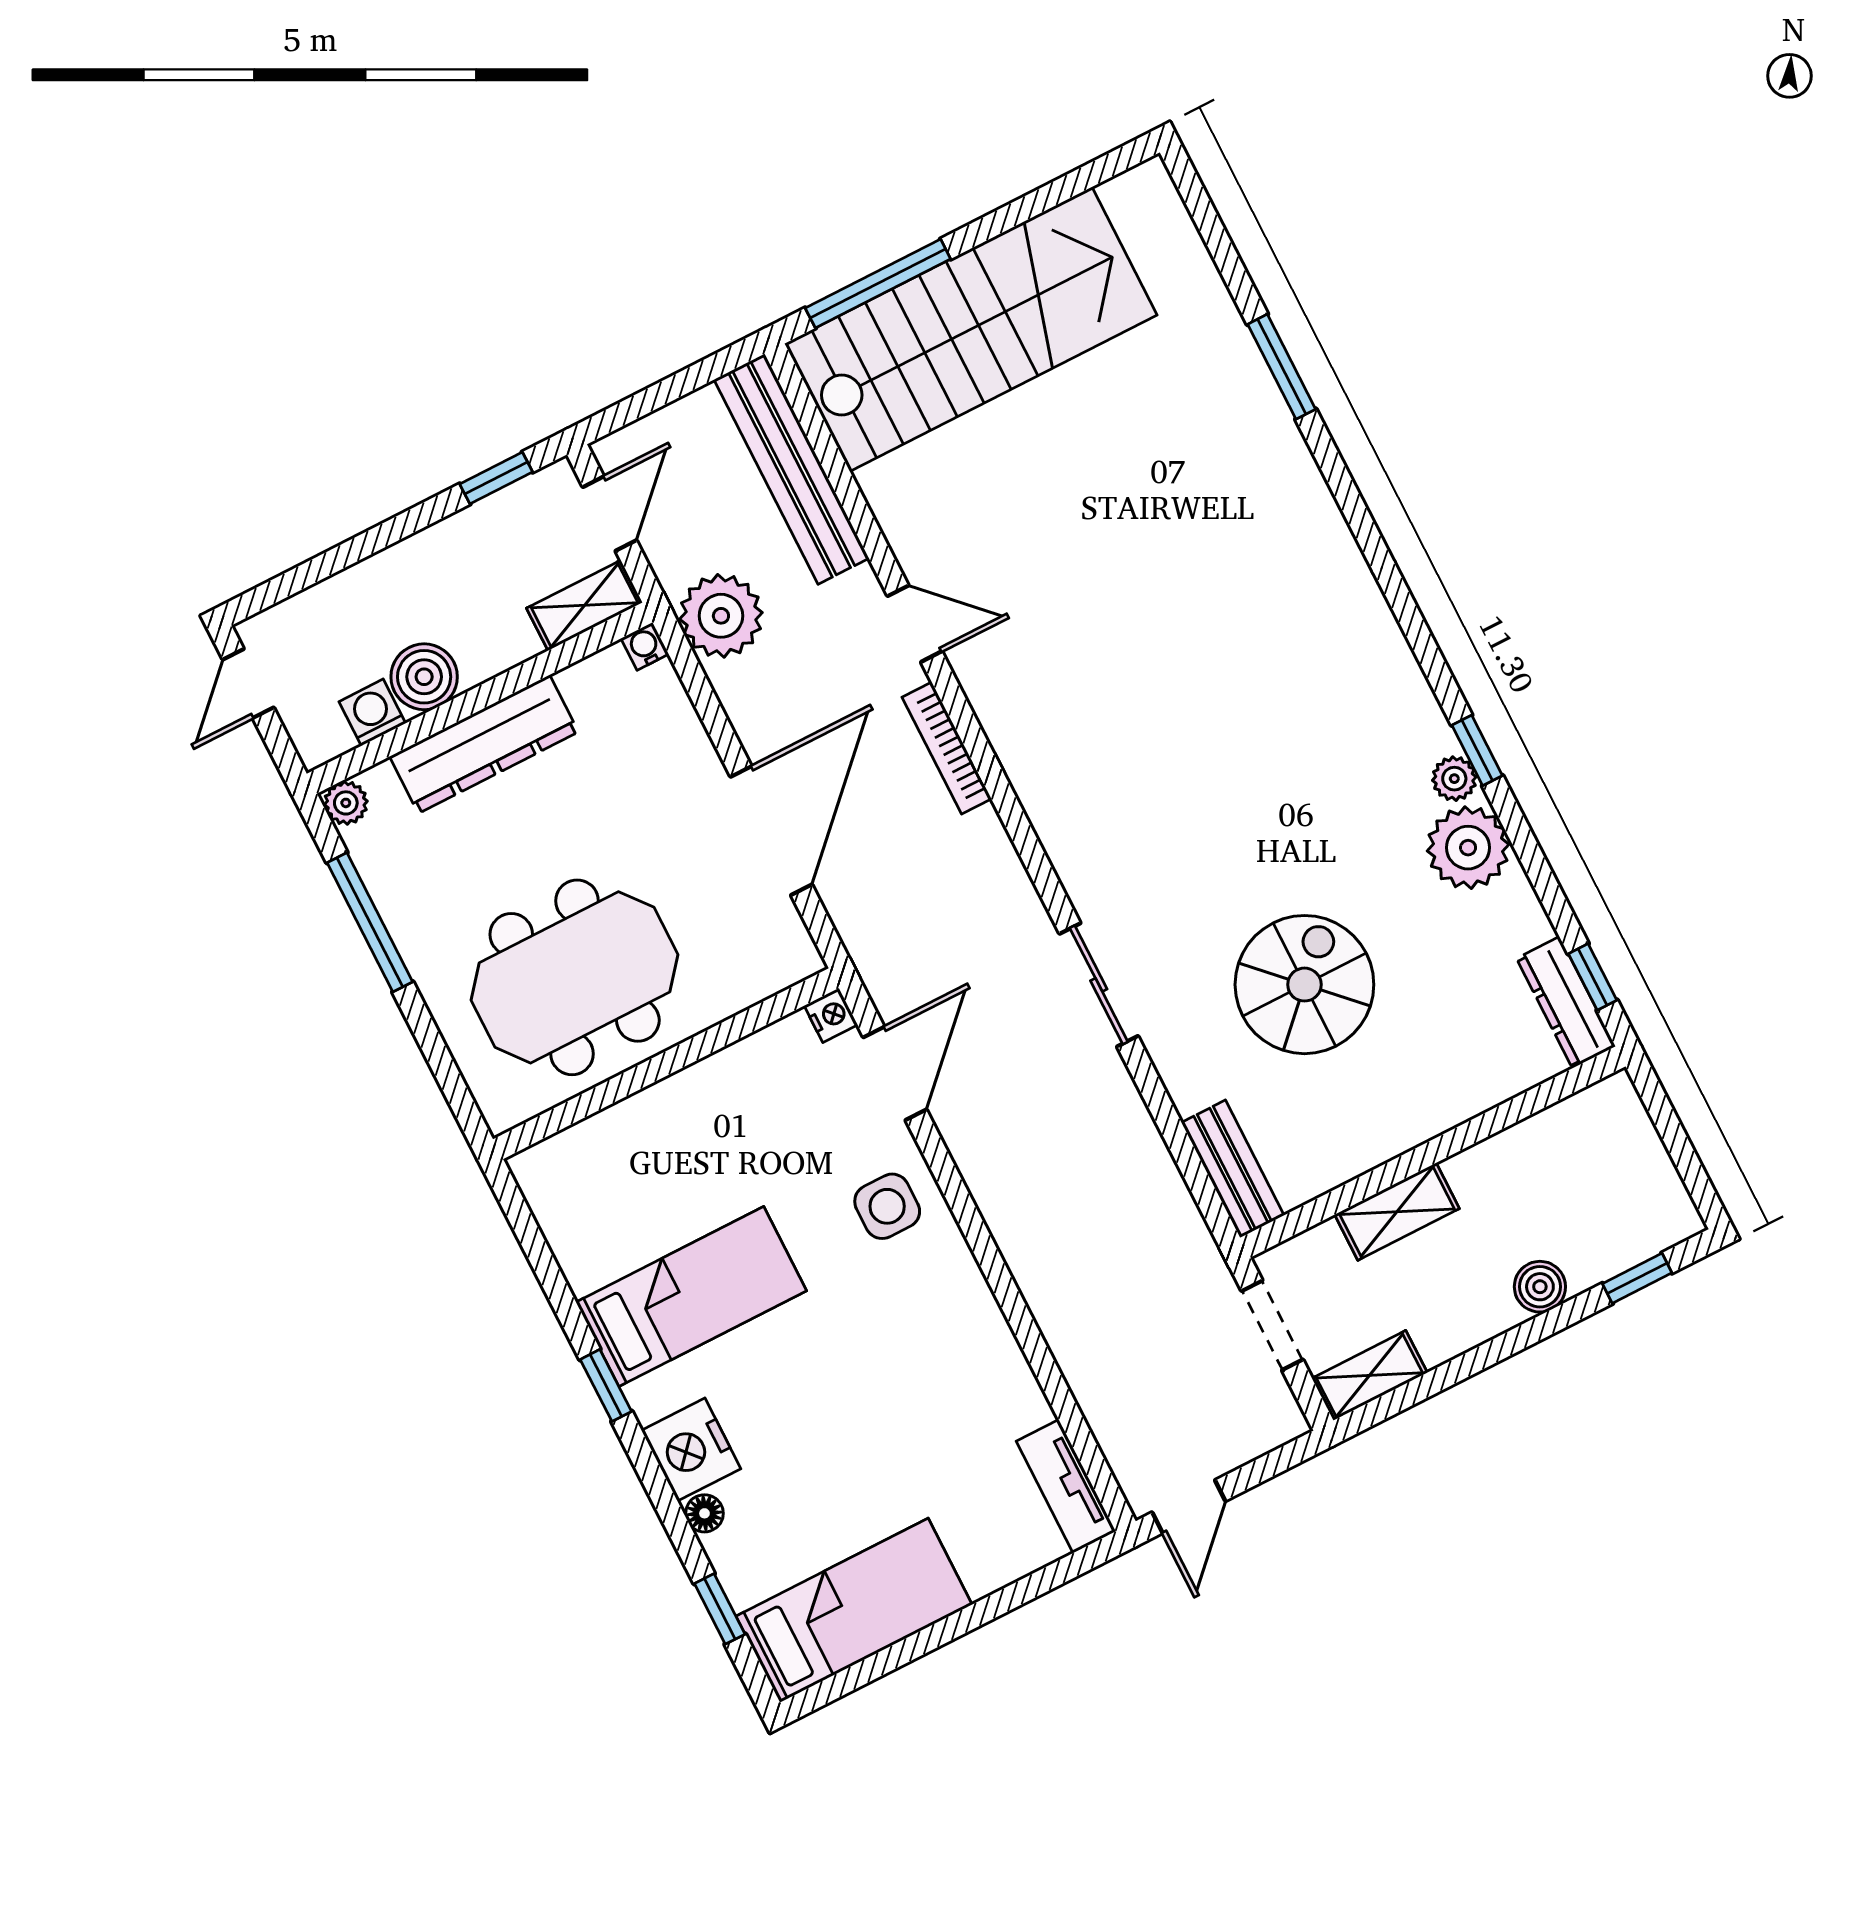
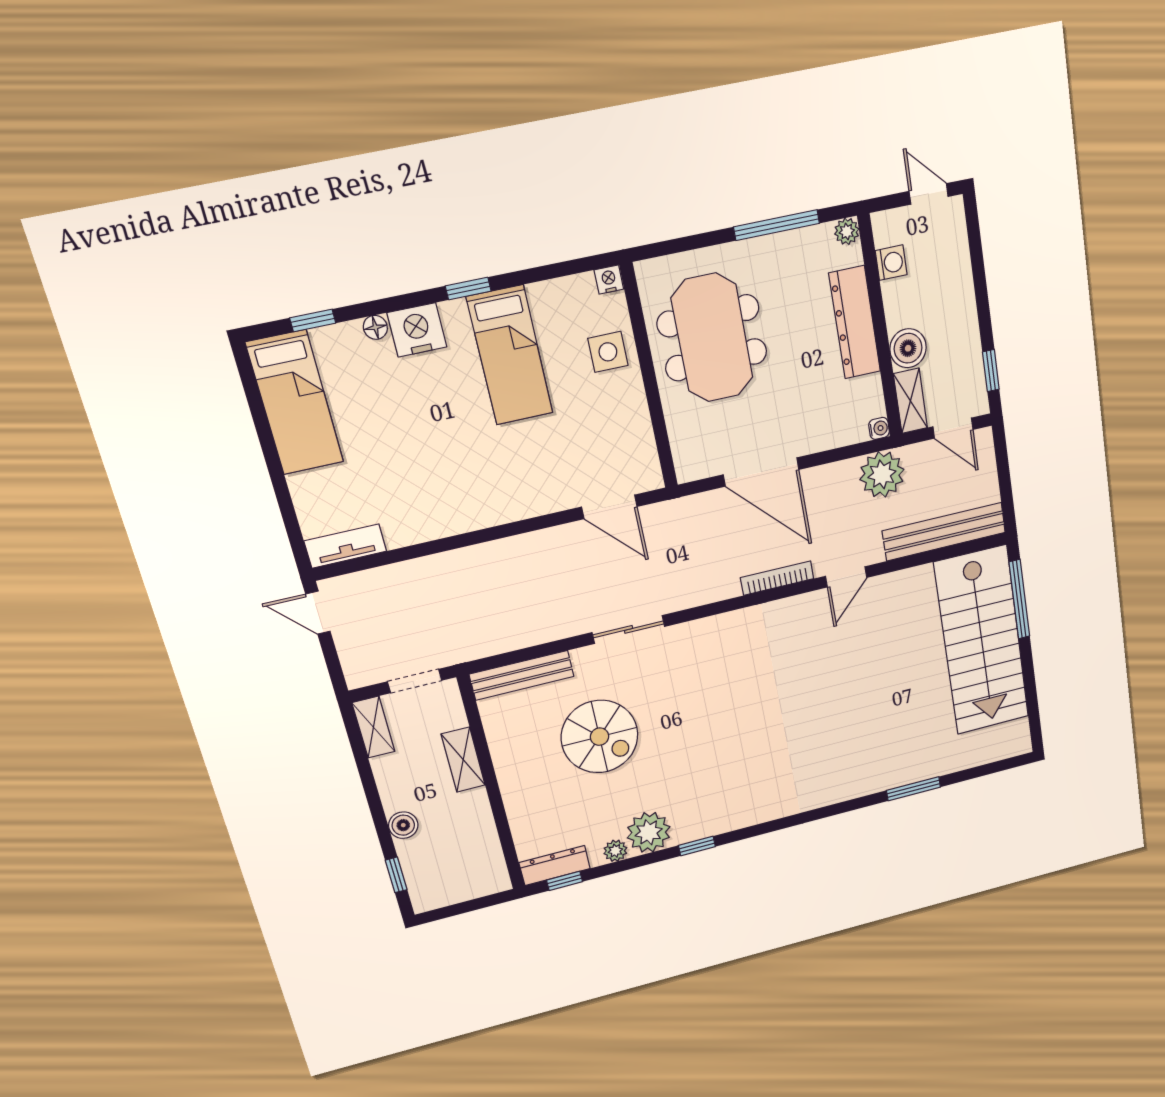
boiler: (424, 677) -> (908, 348), moved
plant: (1454, 779) -> (615, 851), moved
nightstand: (831, 1015) -> (609, 280), moved, turned 180
bench: (1233, 1169) -> (522, 675), width x1.36
side table: (887, 1206) -> (608, 352), moved

